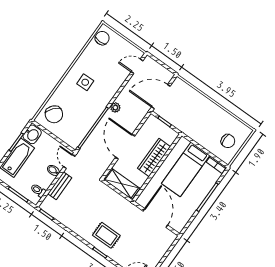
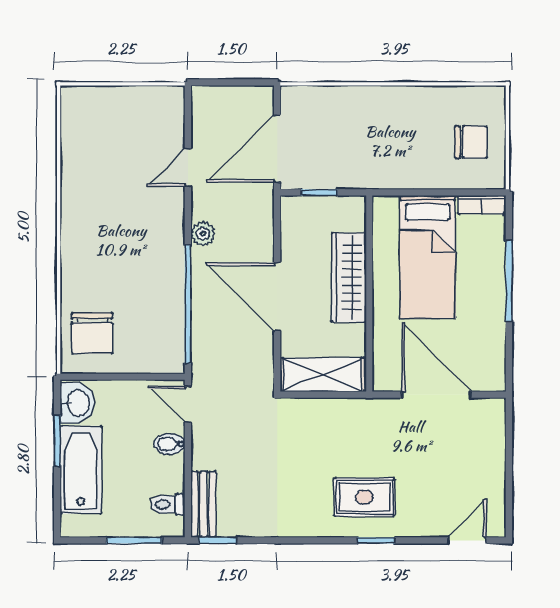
chair: (102, 38) -> (80, 116), removed
door: (137, 66) -> (188, 168), moved
side table: (85, 82) -> (108, 226), removed
chair: (54, 114) -> (92, 333), turned 50
bench: (60, 186) -> (203, 504), moved

